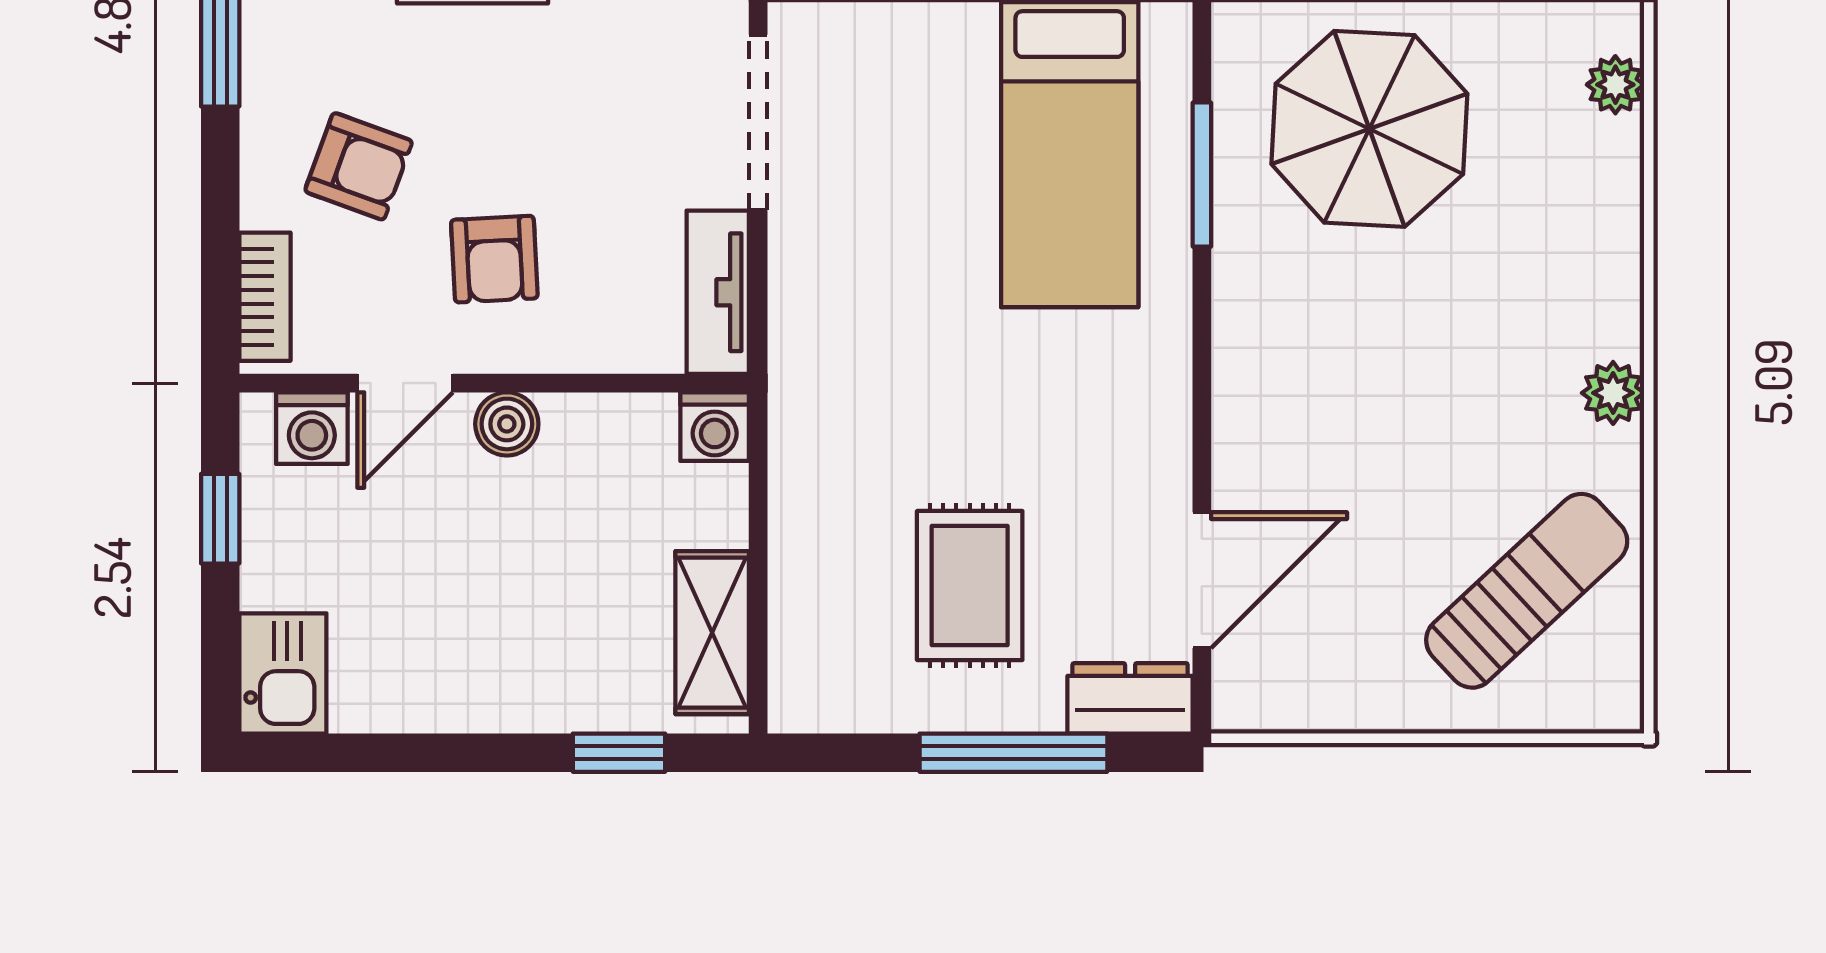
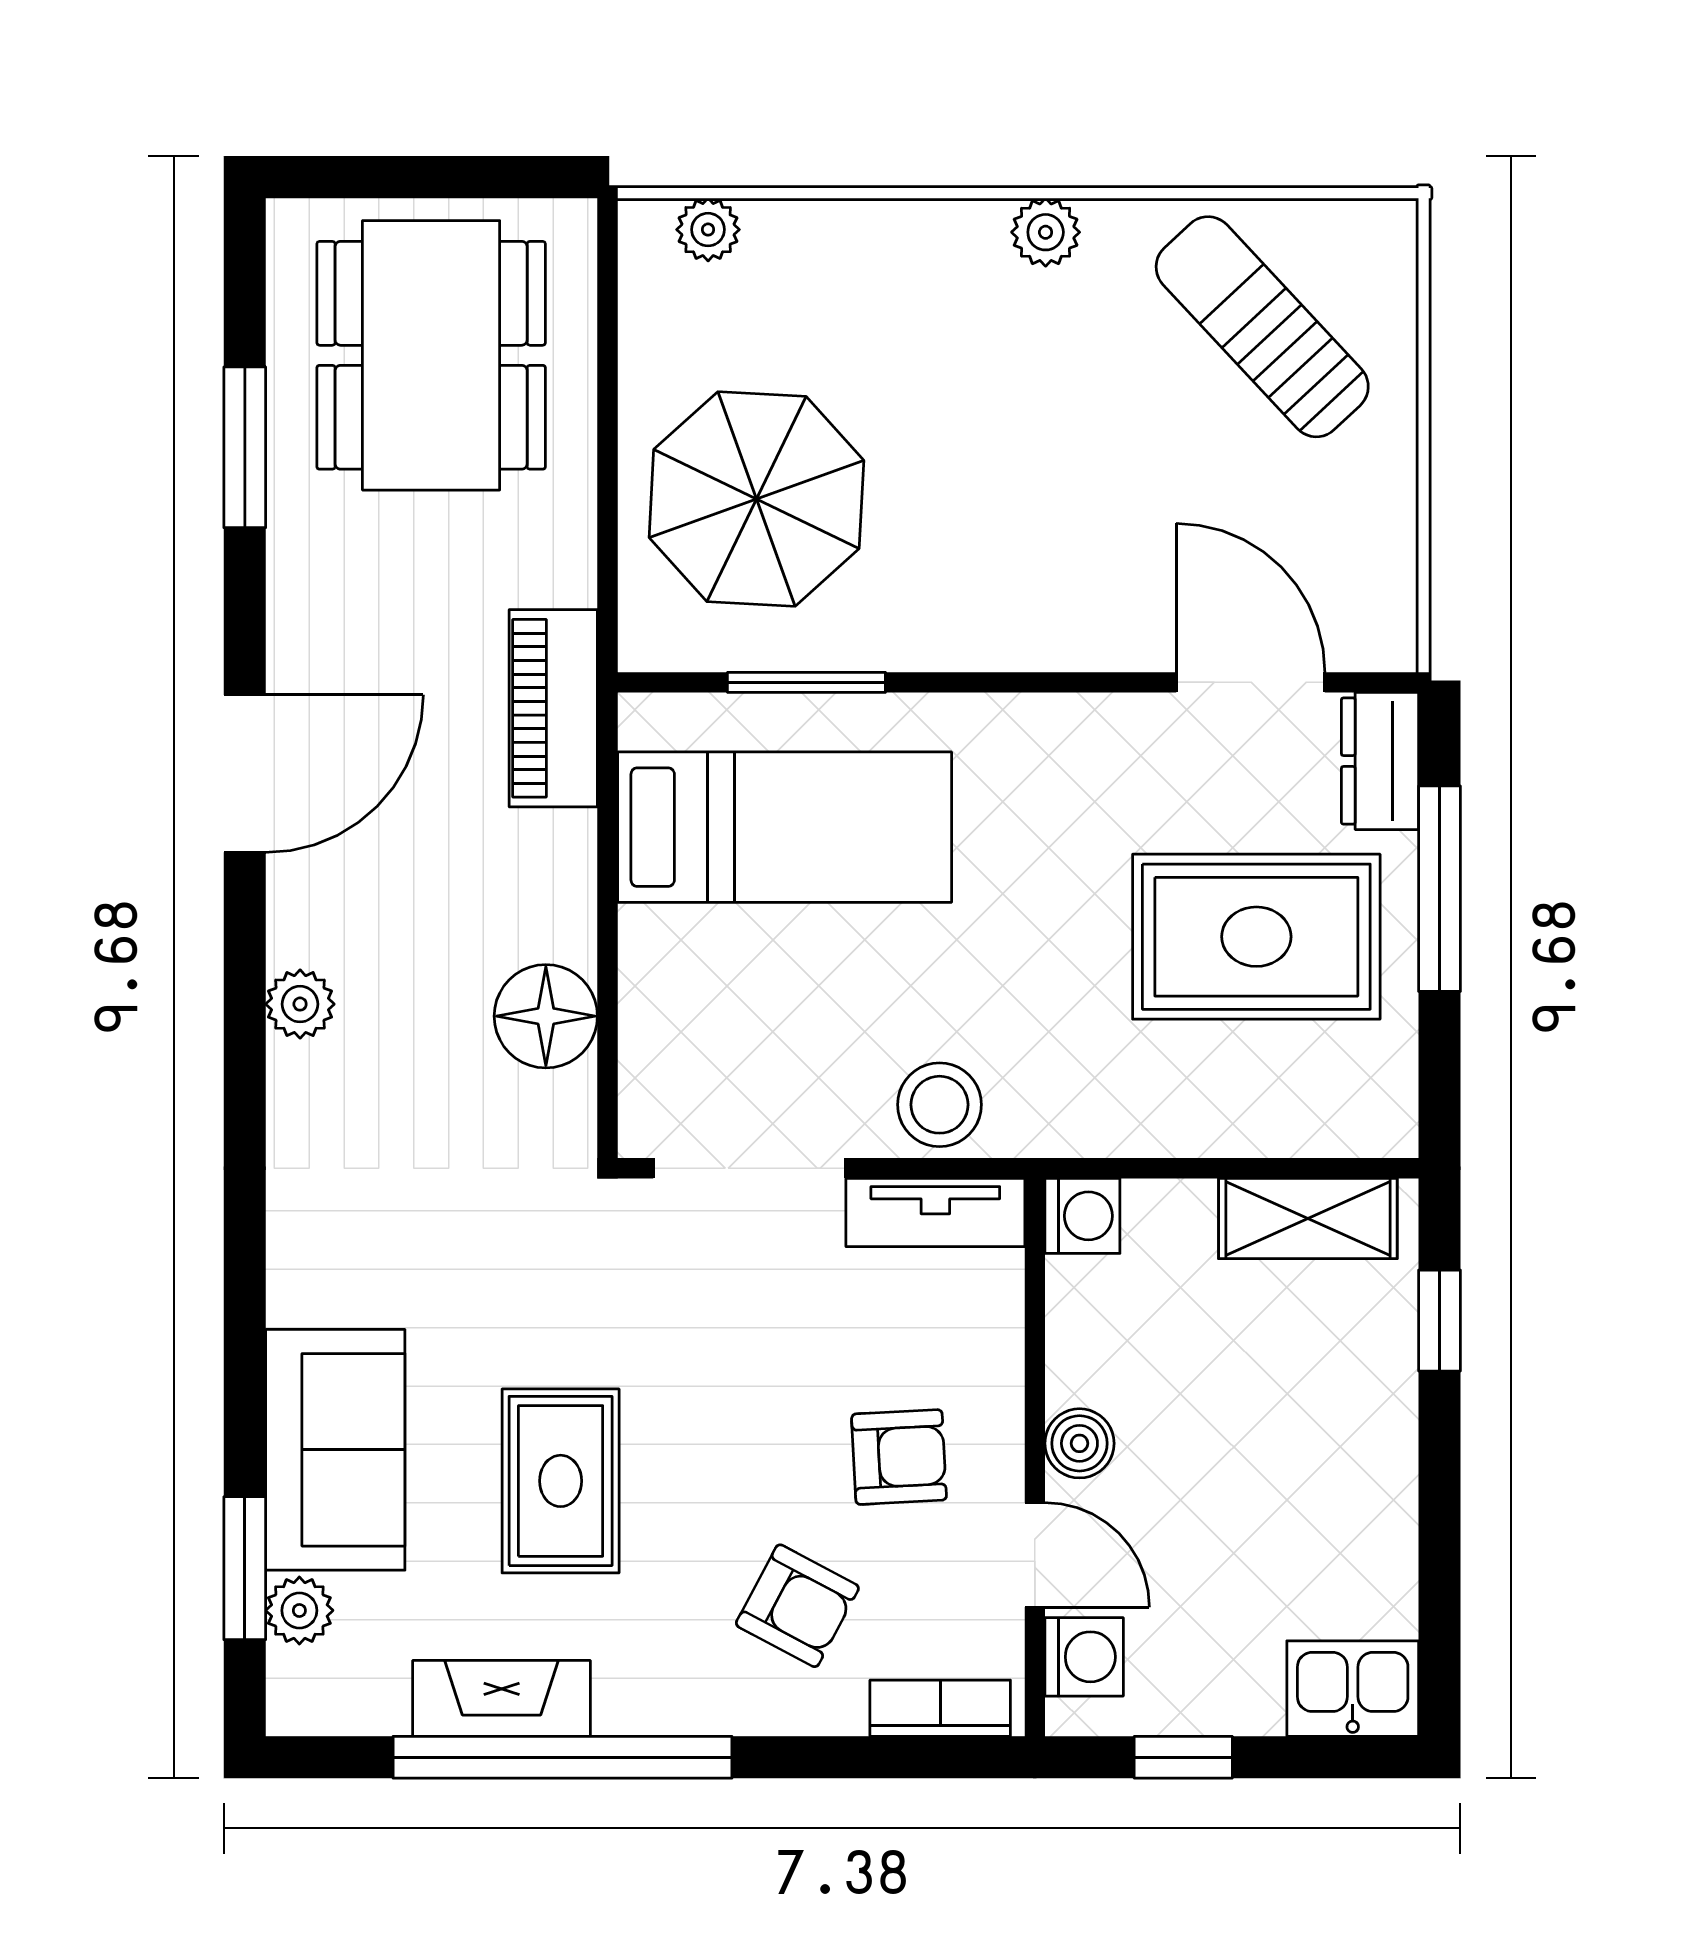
armchair: (359, 166) -> (797, 1606), turned 98
stool: (816, 296) -> (939, 1105), added
rug: (970, 585) -> (1256, 937), width x1.36, depth x1.43

